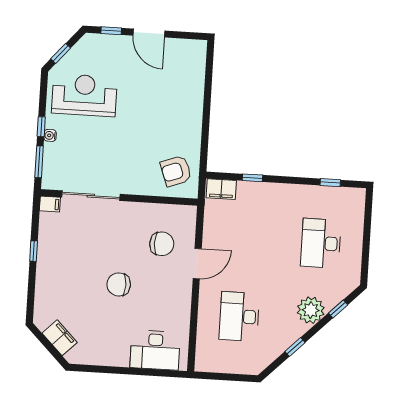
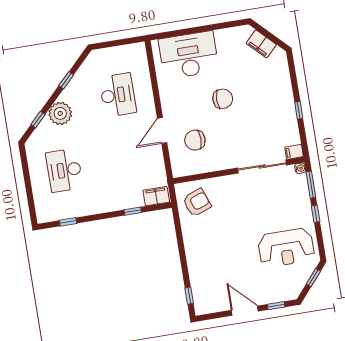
window: (209, 65) -> (189, 296), added
water cooler: (50, 135) -> (300, 168), moved
desk: (321, 243) -> (64, 170), turned 180
desk: (155, 350) -> (189, 55), width x1.36, depth x1.30

